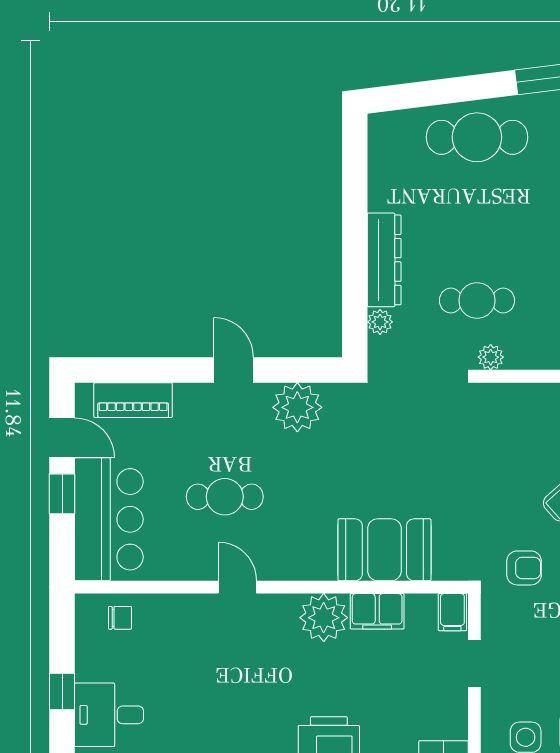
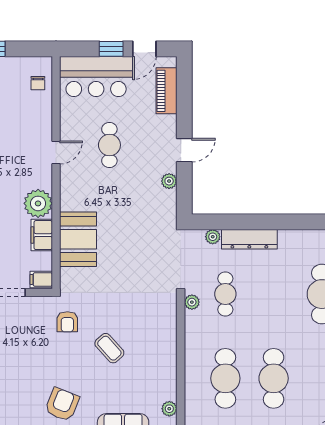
plant: (297, 407) -> (169, 181), width x0.53, depth x0.53

